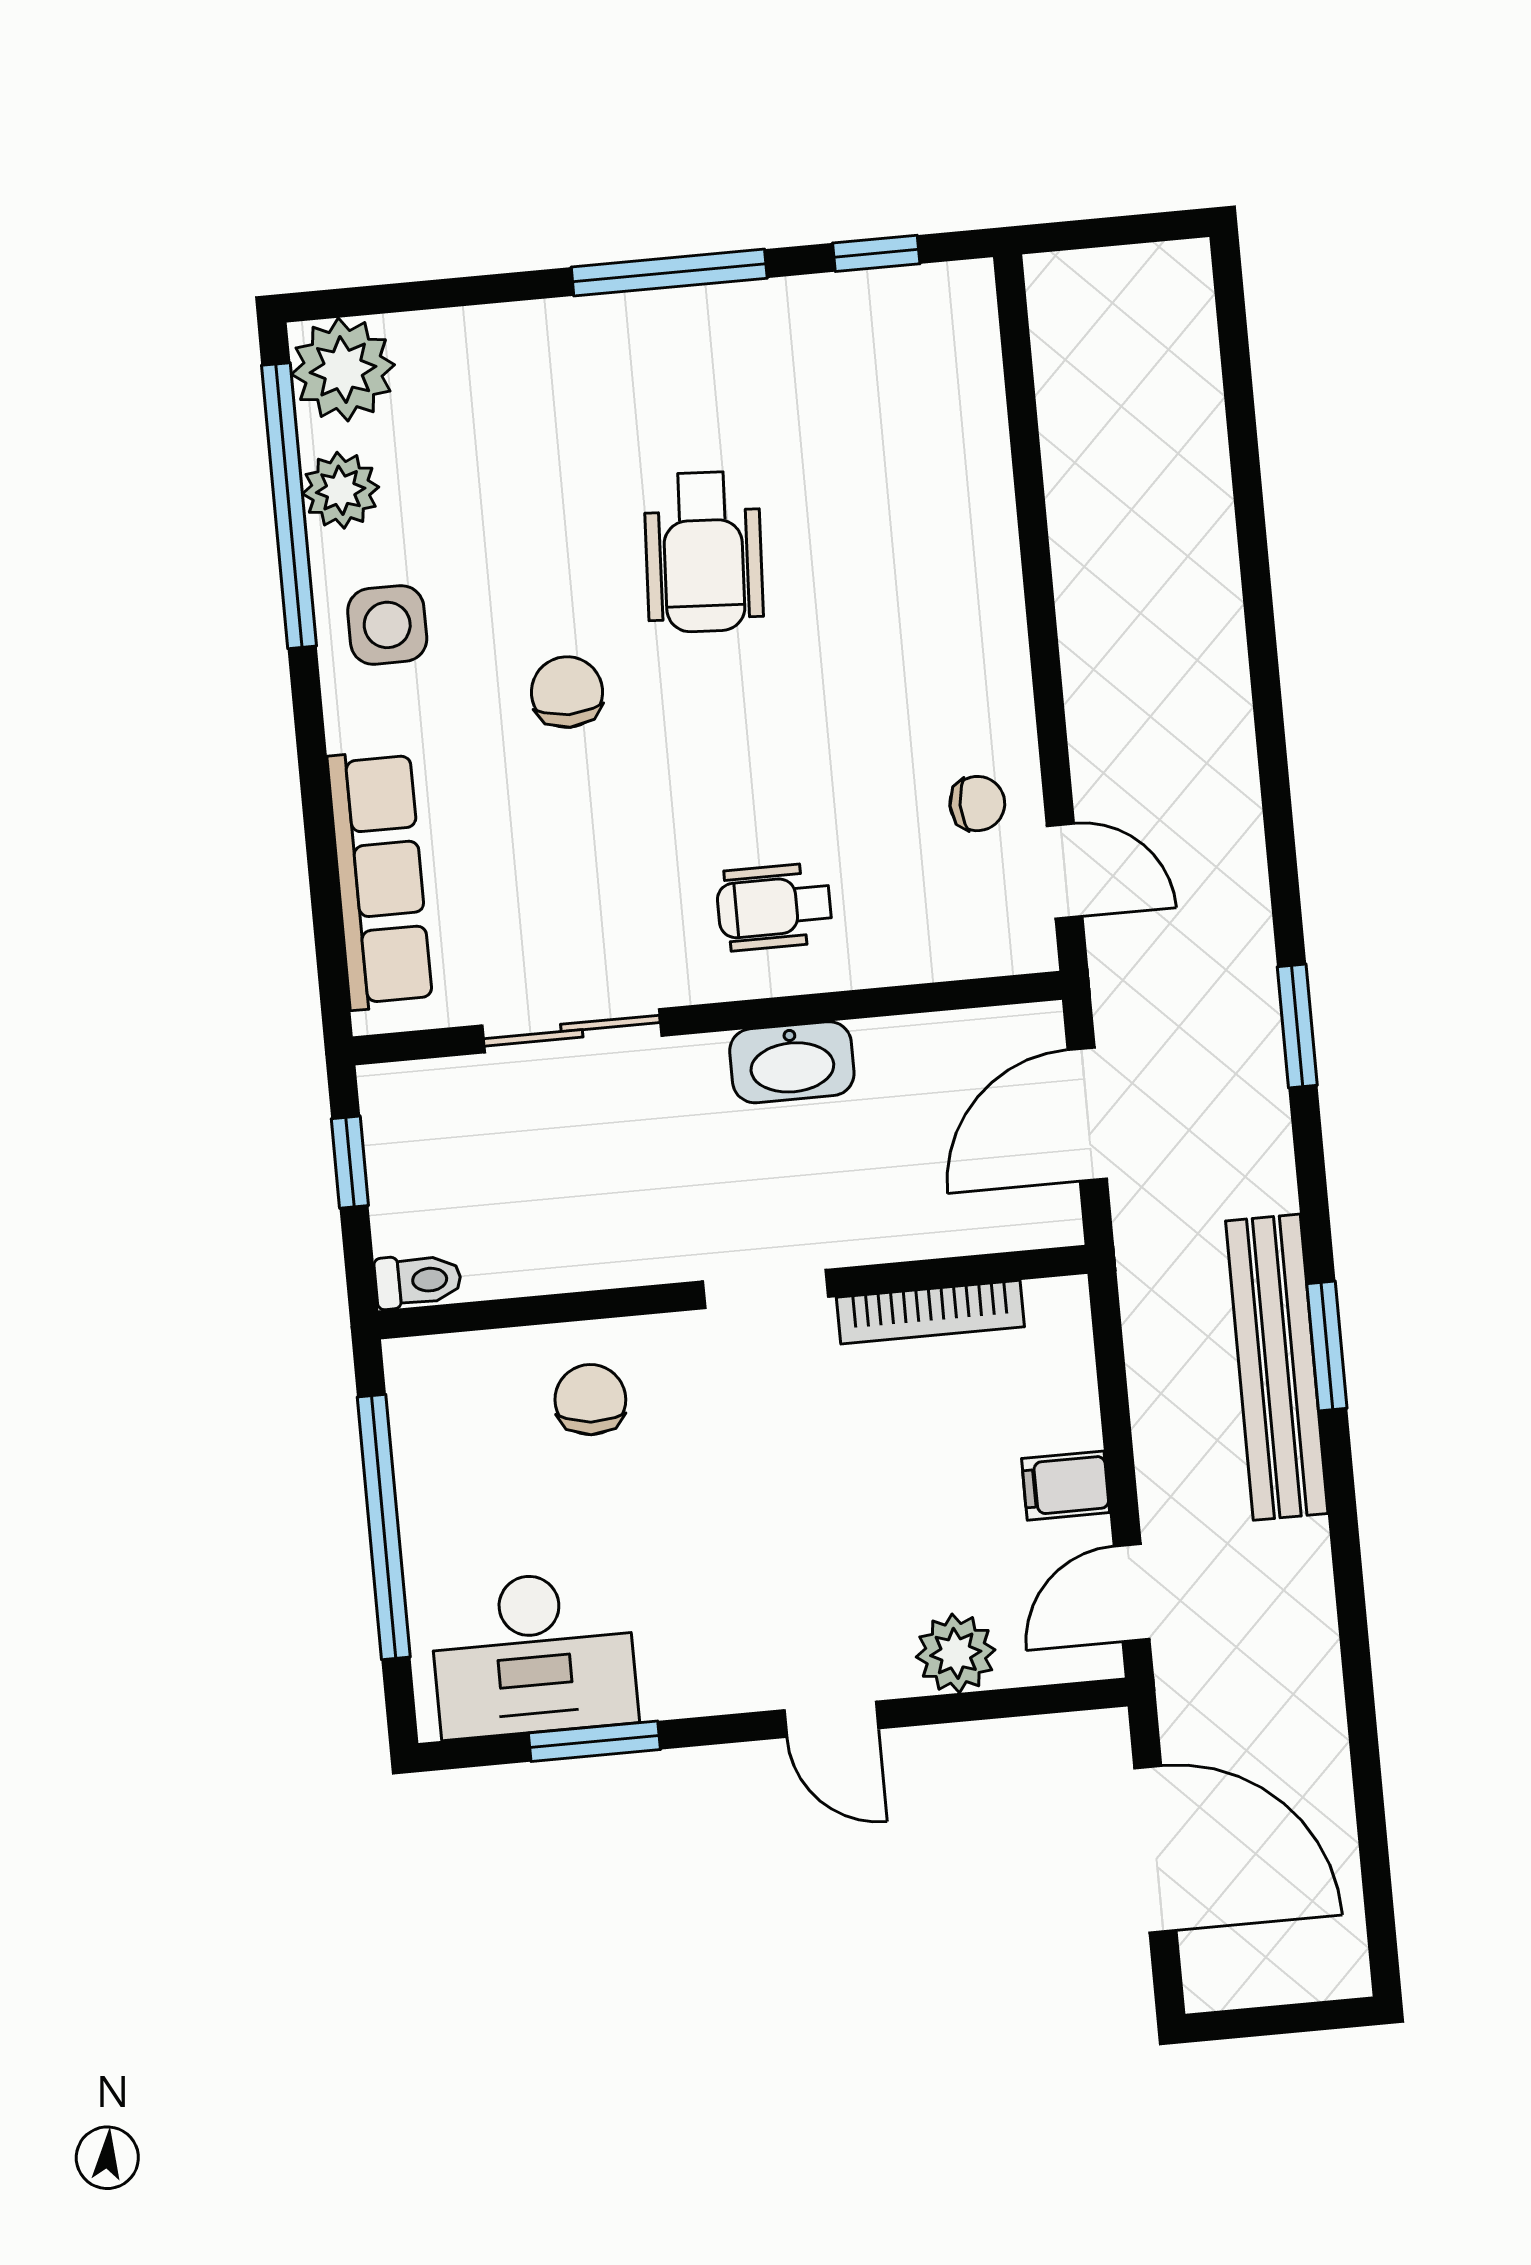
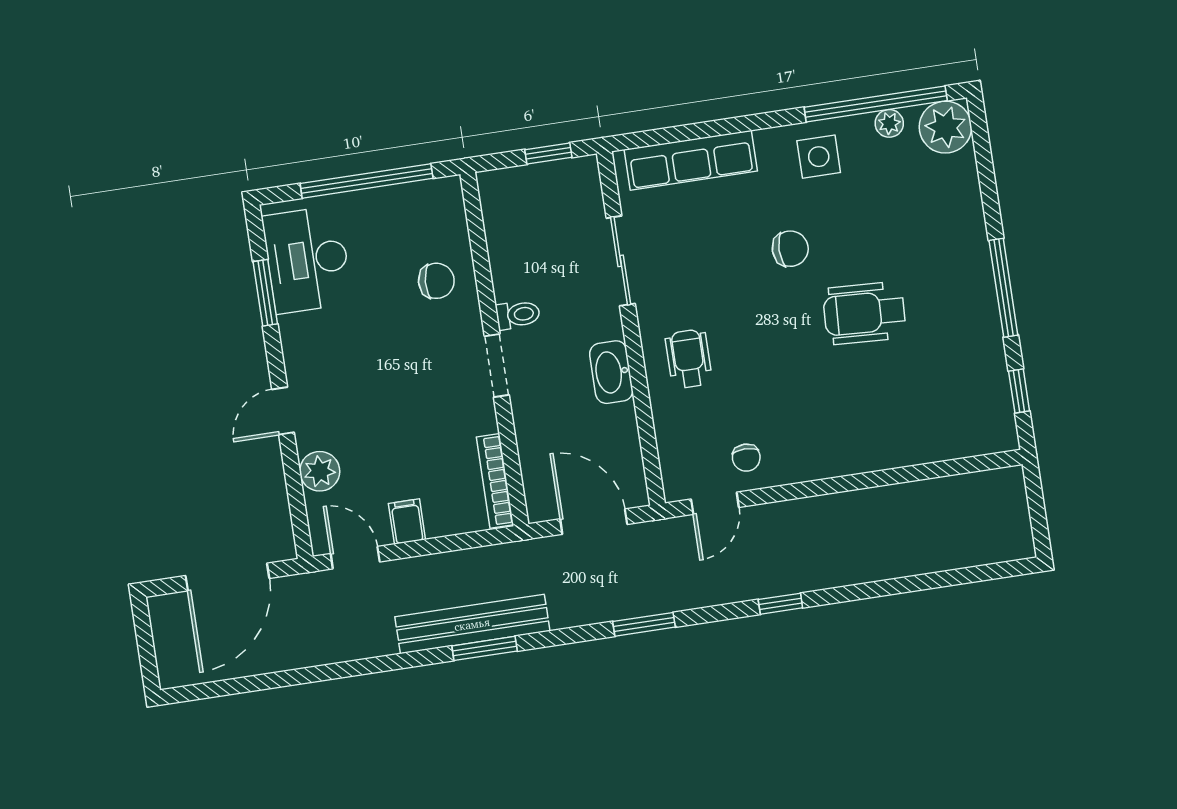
plant: (341, 490) -> (889, 123), width x0.73, depth x0.73
window: (1272, 752) -> (780, 604), added
toilet: (418, 1281) -> (518, 315), moved, turned -90
bookcase: (930, 1312) -> (495, 481), moved

